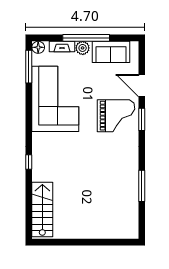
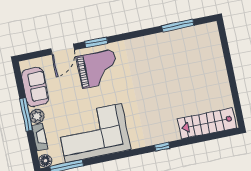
window: (86, 38) -> (26, 115), width x0.68
grand piano: (116, 116) -> (98, 69), turned 90
window: (142, 186) -> (178, 26), moved

